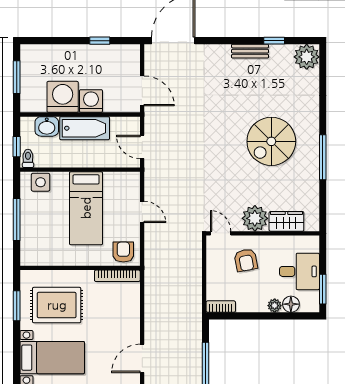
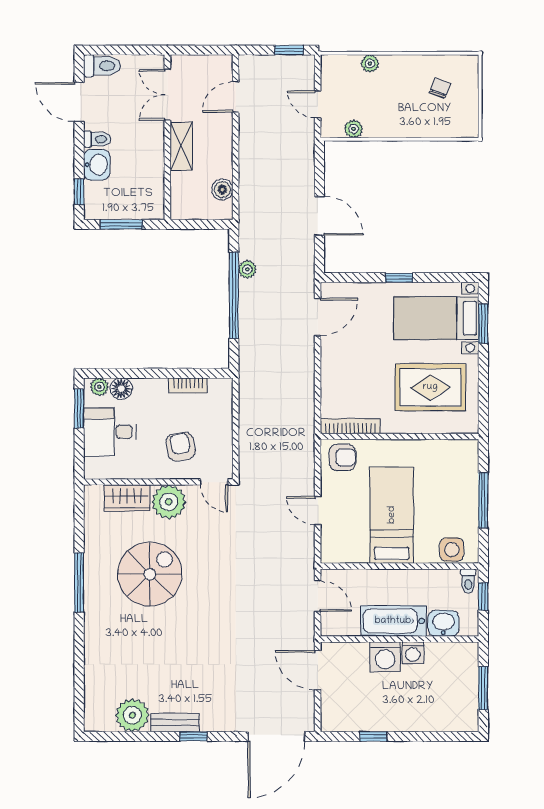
window: (274, 41) -> (193, 736), moved
plant: (307, 57) -> (132, 715), moved
washing machine: (63, 97) -> (413, 653), width x0.53, depth x0.53
spiral stairs: (271, 141) -> (150, 574), moved
armchair: (123, 252) -> (342, 457), turned -90
window: (17, 306) -> (483, 324), moved
plant: (275, 306) -> (99, 387), moved
bookcase: (221, 307) -> (188, 385), moved

